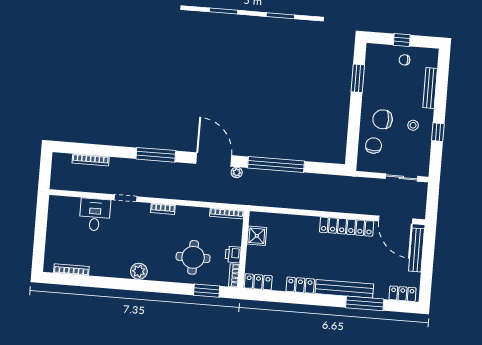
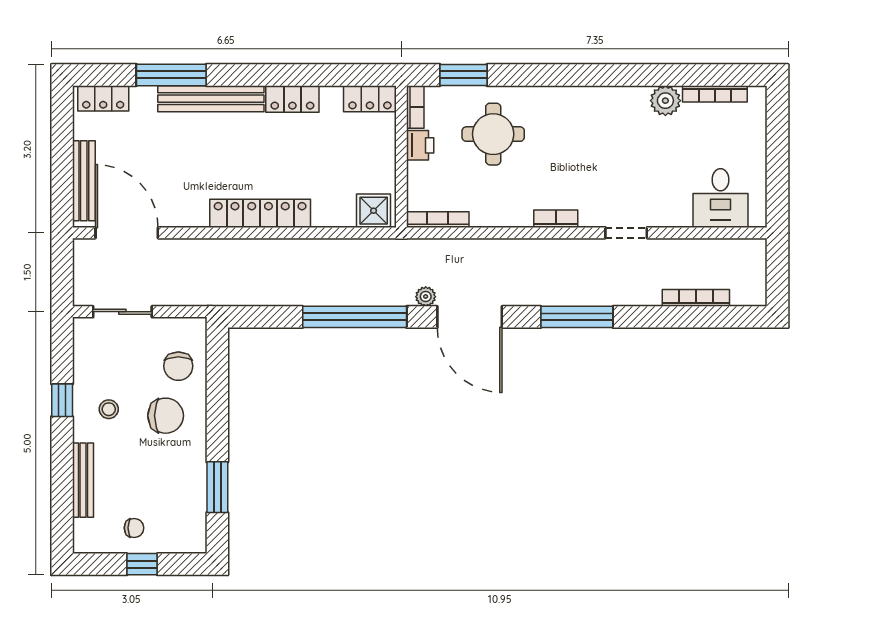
desk: (95, 215) -> (720, 198), moved
locker: (347, 227) -> (260, 213), moved
shower: (257, 236) -> (374, 211), moved
plant: (139, 271) -> (665, 101), moved

